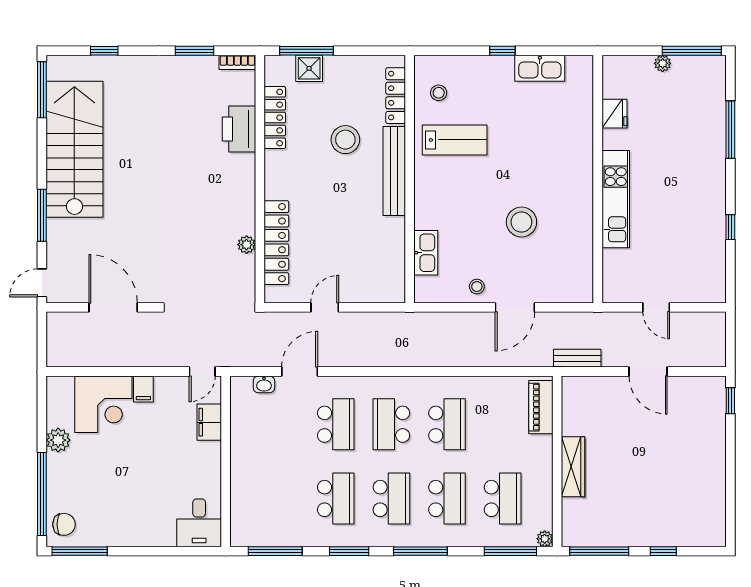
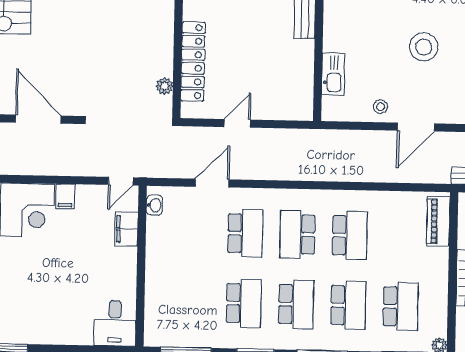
plant: (247, 245) -> (164, 86), moved
washbasin: (264, 384) -> (154, 205), moved, turned -90

